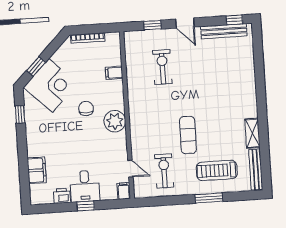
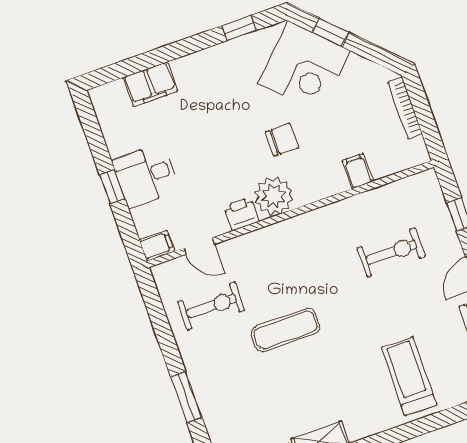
door: (130, 169) -> (199, 246), hinge flipped
treadmill: (217, 170) -> (409, 376), moved
printer: (62, 196) -> (242, 214), moved, turned -90

